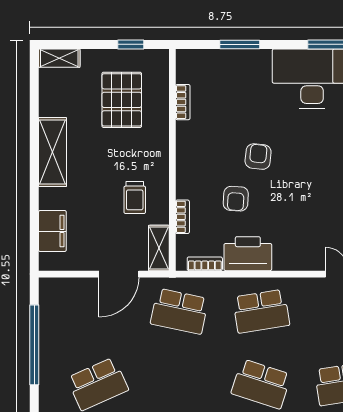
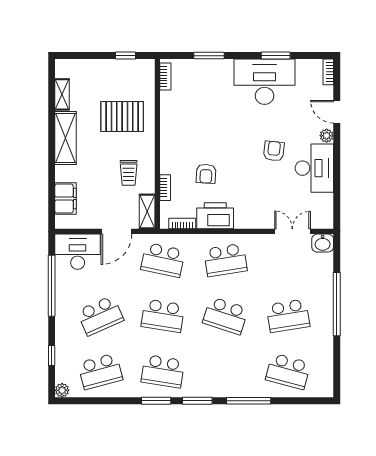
shelving: (59, 58) -> (62, 94), moved, turned 90
pallet: (122, 100) -> (122, 116), moved, turned 90
bookcase: (183, 102) -> (165, 77), moved
armchair: (258, 157) -> (274, 151), moved
desk: (68, 300) -> (78, 252), added
school desk: (179, 384) -> (163, 316), added

